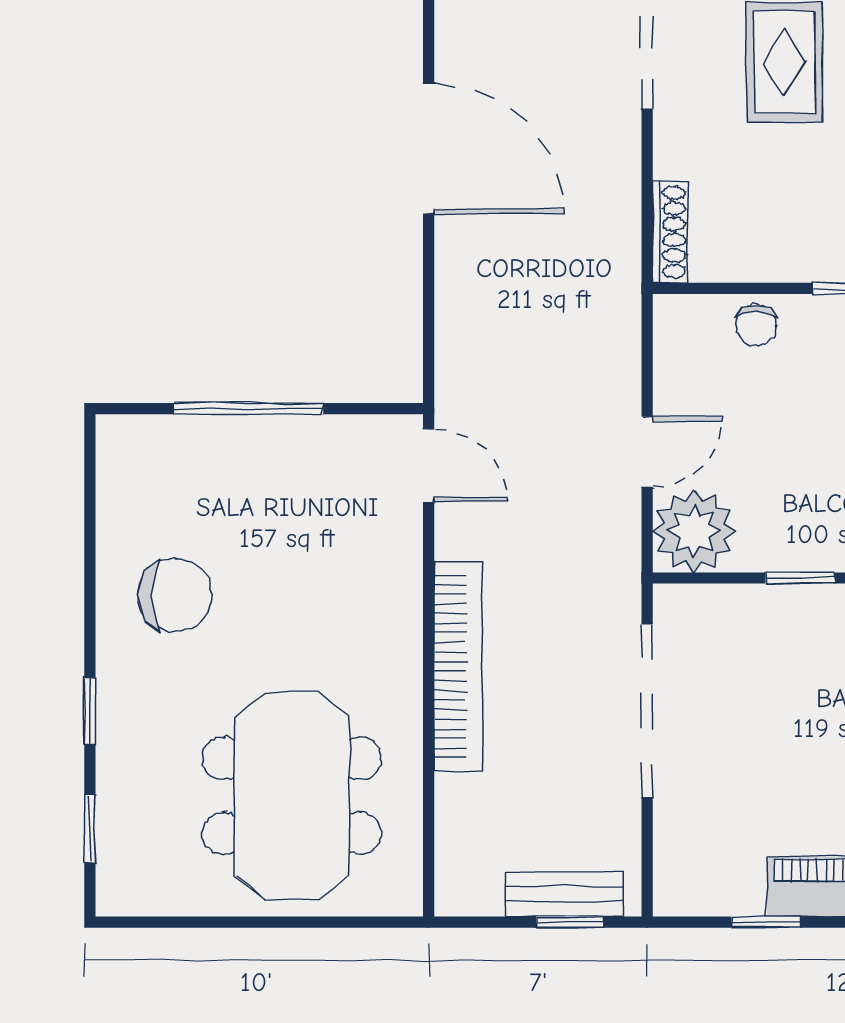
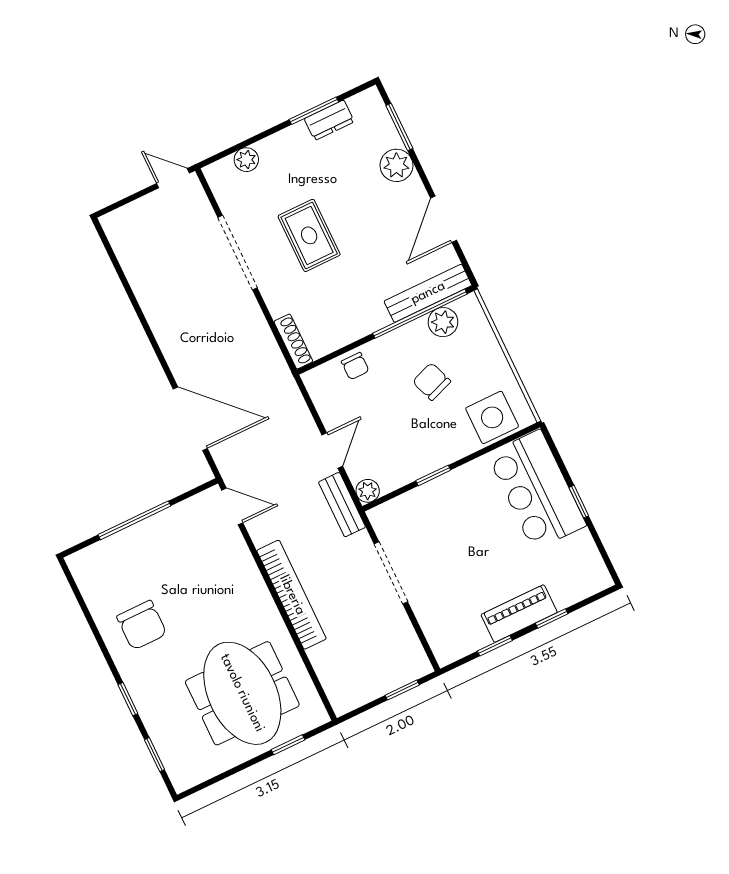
door: (429, 149) -> (190, 419), moved
plant: (694, 531) -> (368, 491), width x0.53, depth x0.53
chair: (175, 595) -> (142, 625), turned 90
doorway: (647, 711) -> (391, 573), width x0.73
bench: (564, 894) -> (342, 505), moved, turned 90
window: (328, 922) -> (288, 745), added

